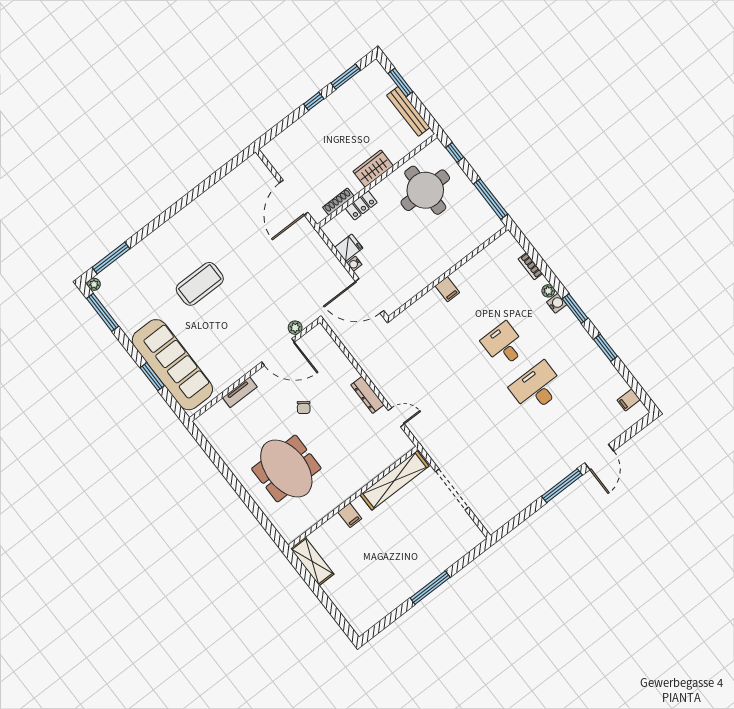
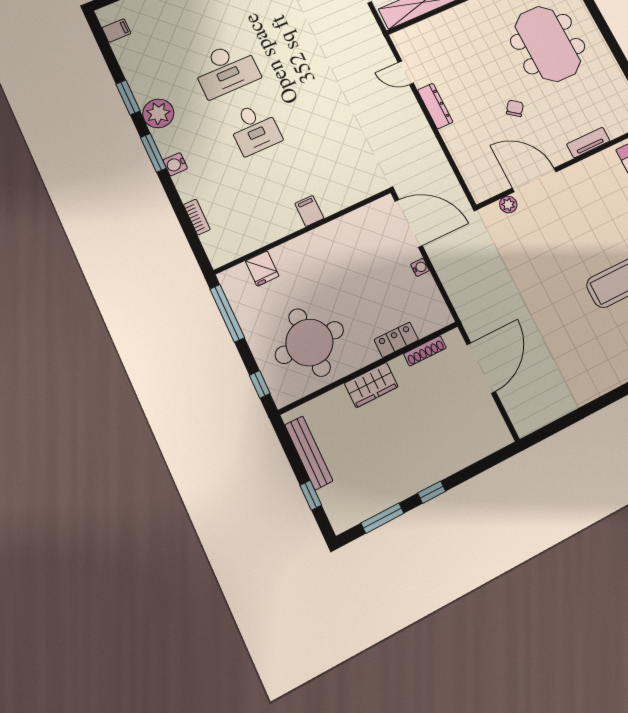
window: (400, 82) -> (311, 495), width x0.67
fridge: (349, 248) -> (262, 268), moved, turned -90
plant: (548, 291) -> (158, 113), moved, width x1.88, depth x1.88

